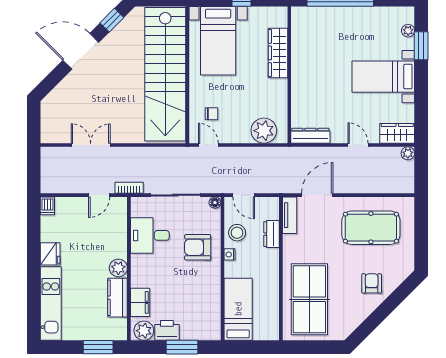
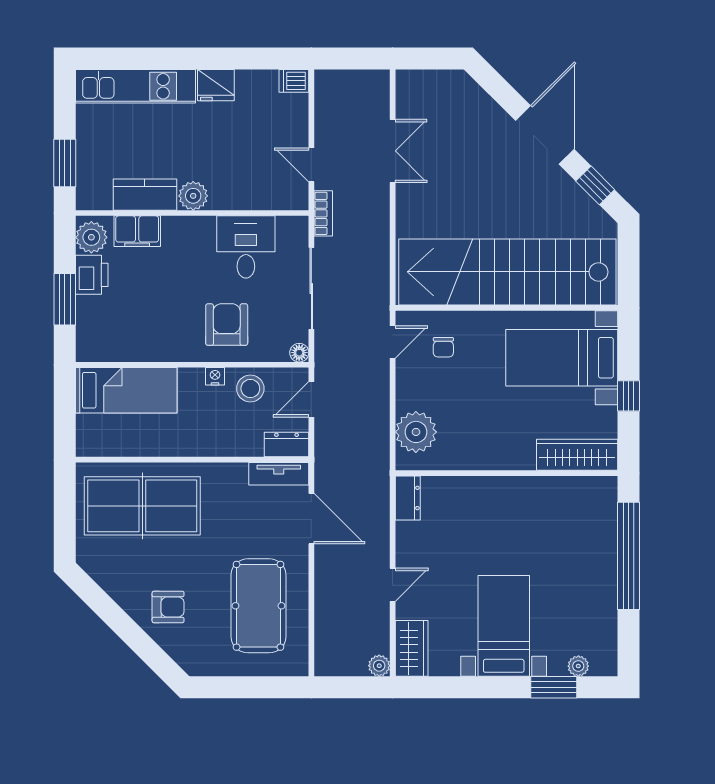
wardrobe: (278, 53) -> (577, 455), moved
dresser: (310, 136) -> (408, 498), width x0.70
dresser: (272, 234) -> (287, 444), moved

